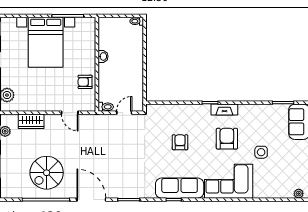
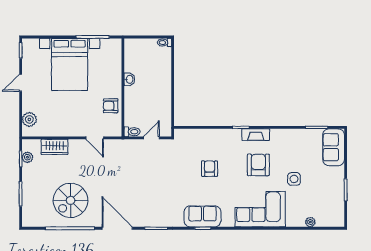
sofa: (180, 188) -> (202, 216), width x0.73
plant: (299, 194) -> (310, 222), moved

